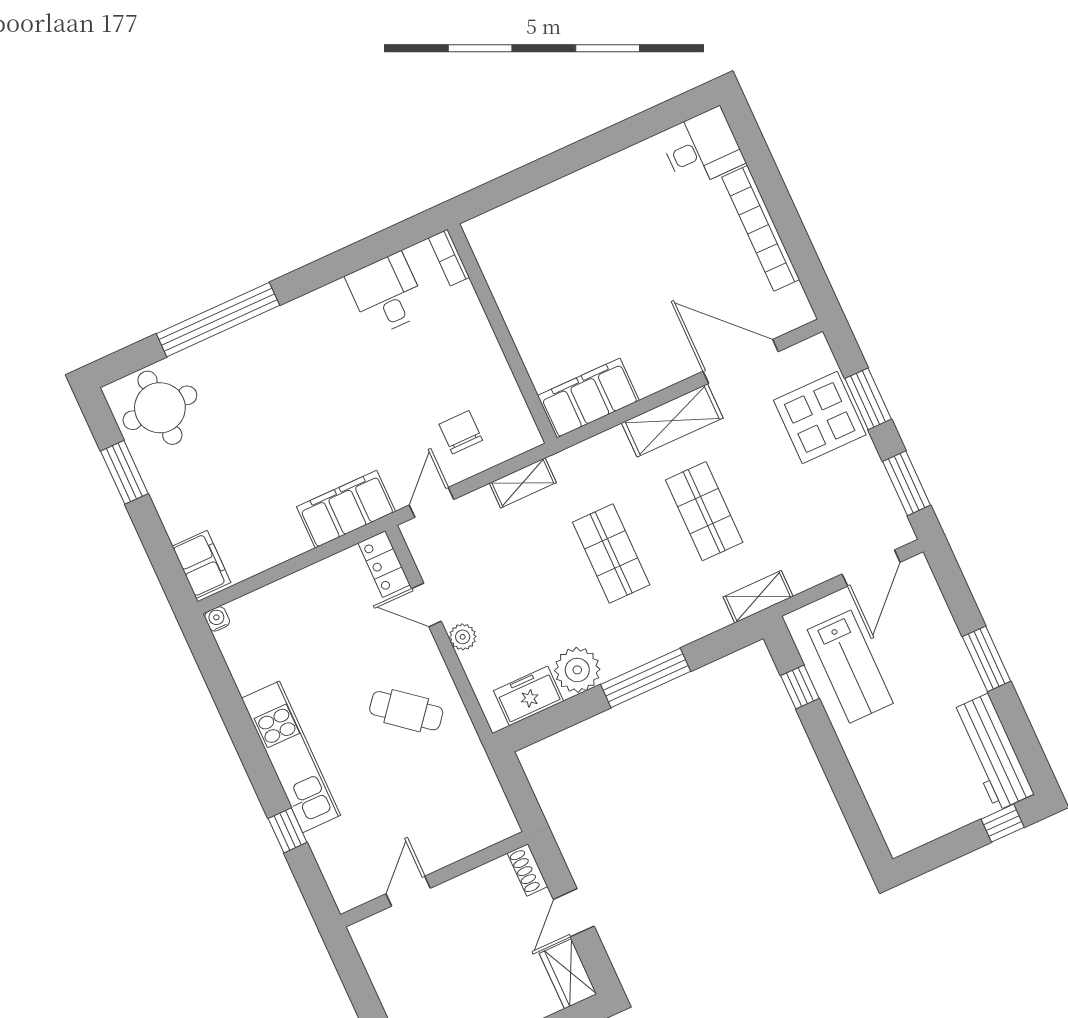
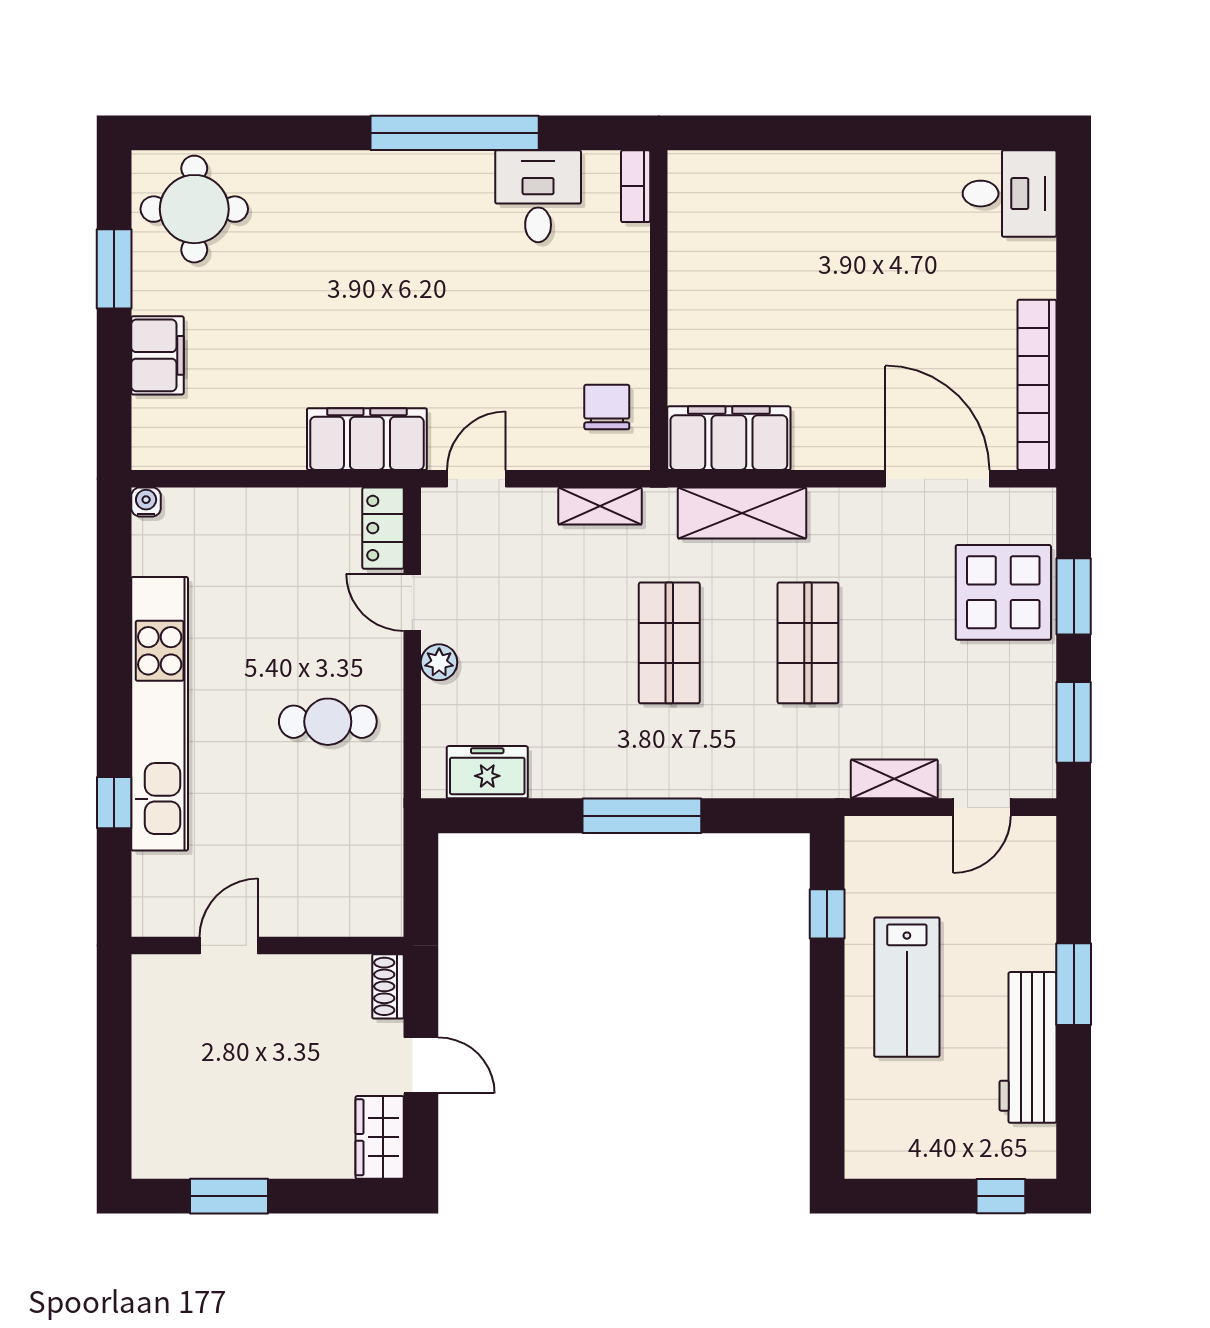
bookcase: (761, 228) -> (1037, 385), moved
window: (218, 320) -> (455, 133), moved
shelving: (672, 420) -> (742, 513), moved
chair: (461, 432) -> (607, 407), moved
filing cabinet: (201, 564) -> (157, 355), moved
door: (871, 568) -> (982, 807), width x0.73
shelving: (758, 597) -> (894, 779), moved
lab bench: (850, 667) -> (907, 987), moved
plant: (577, 670) -> (562, 768), removed
cafe table: (406, 711) -> (328, 722), turned -39
workbench: (992, 752) -> (1028, 1047), moved
kitchen unit: (291, 757) -> (160, 714), width x1.36
door: (574, 913) -> (421, 1065), swing flipped

